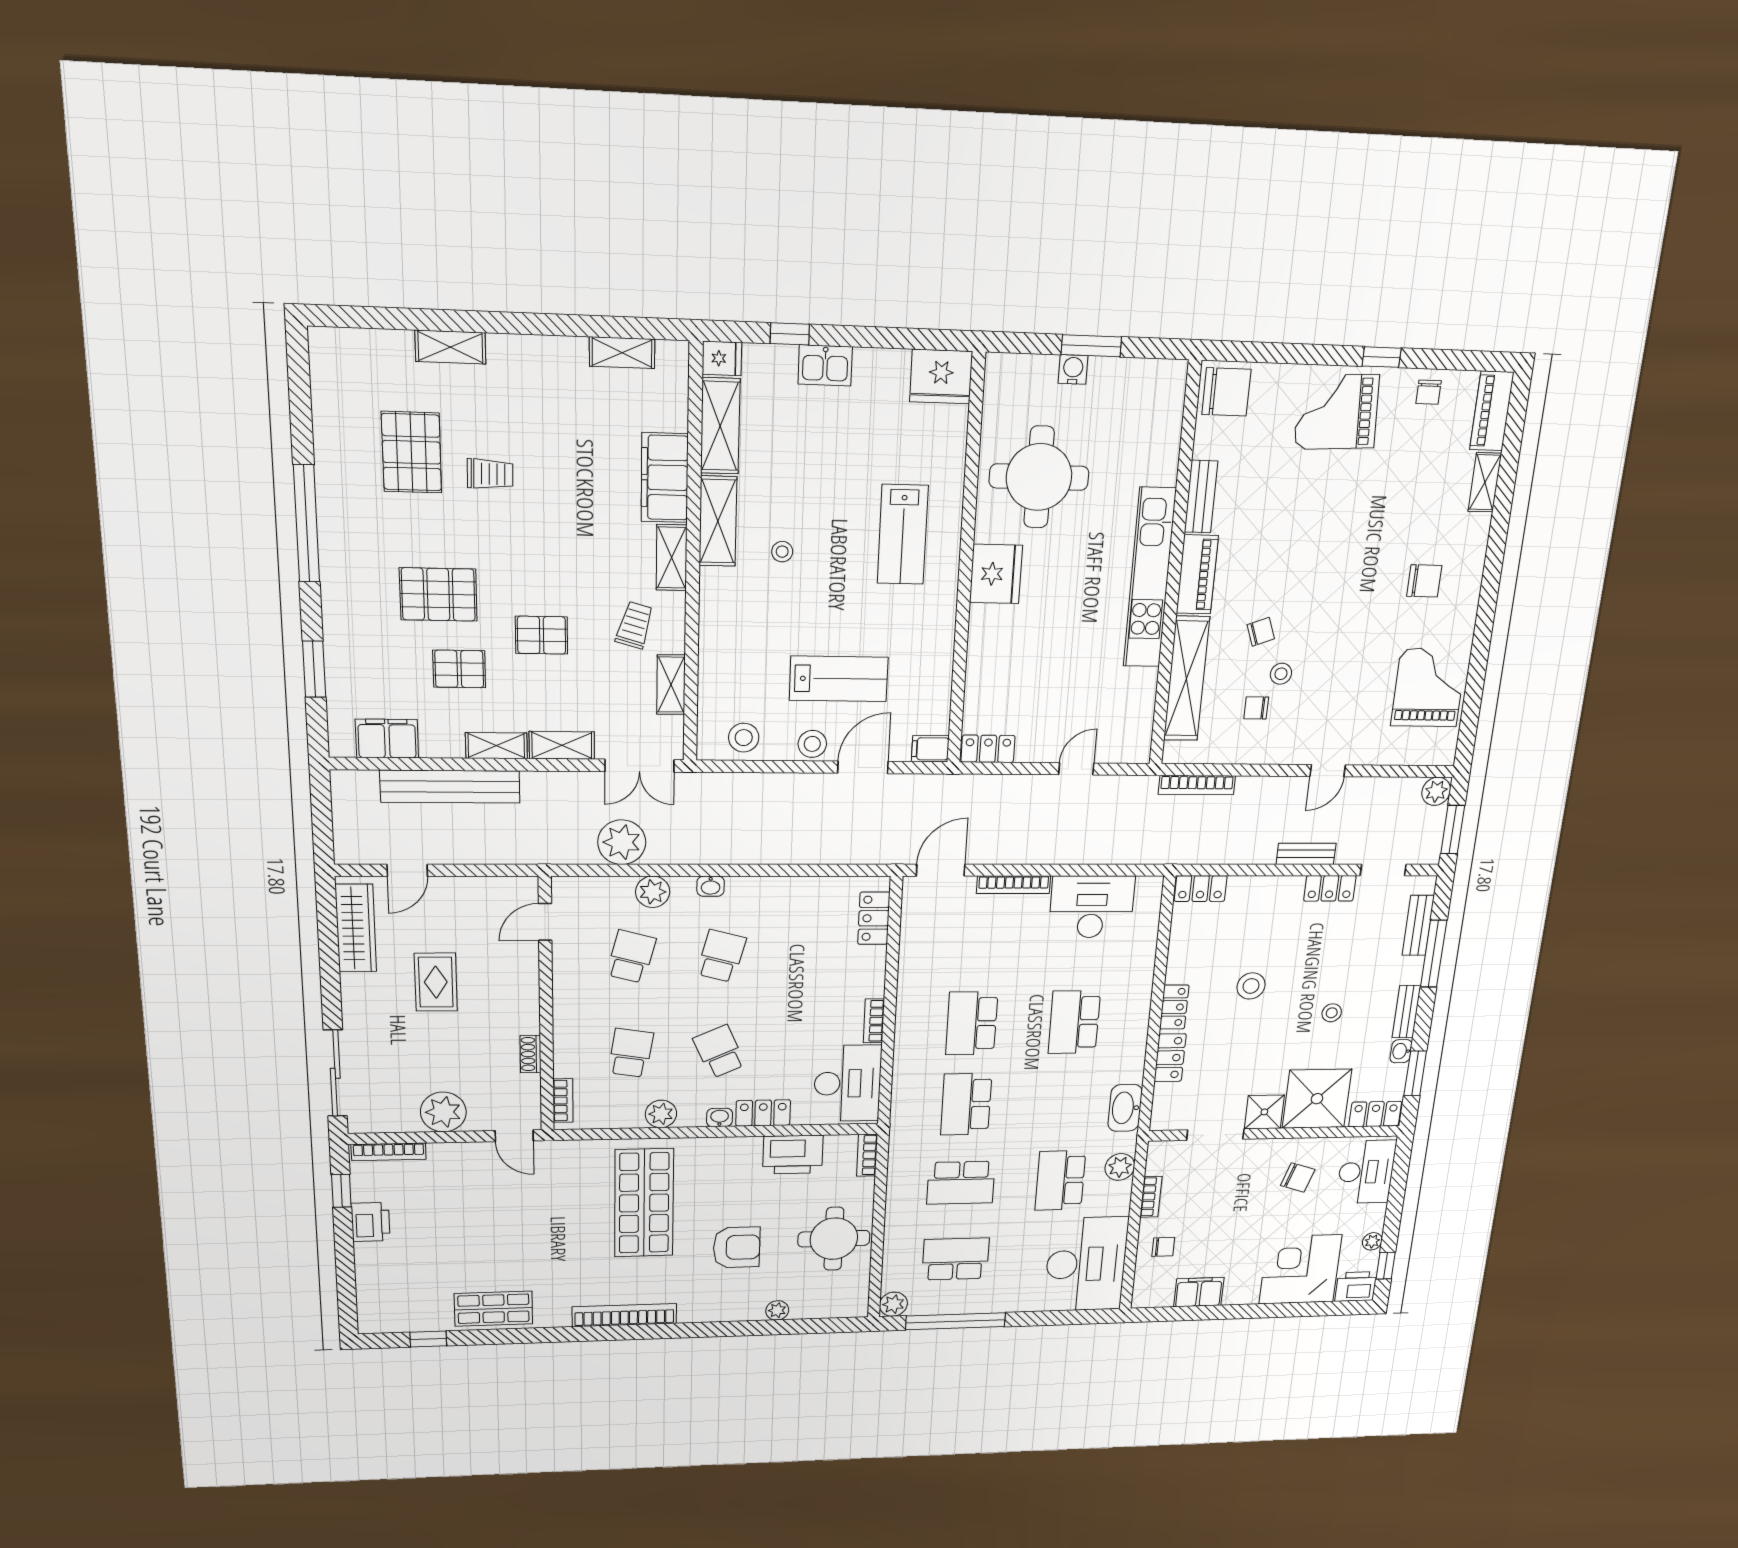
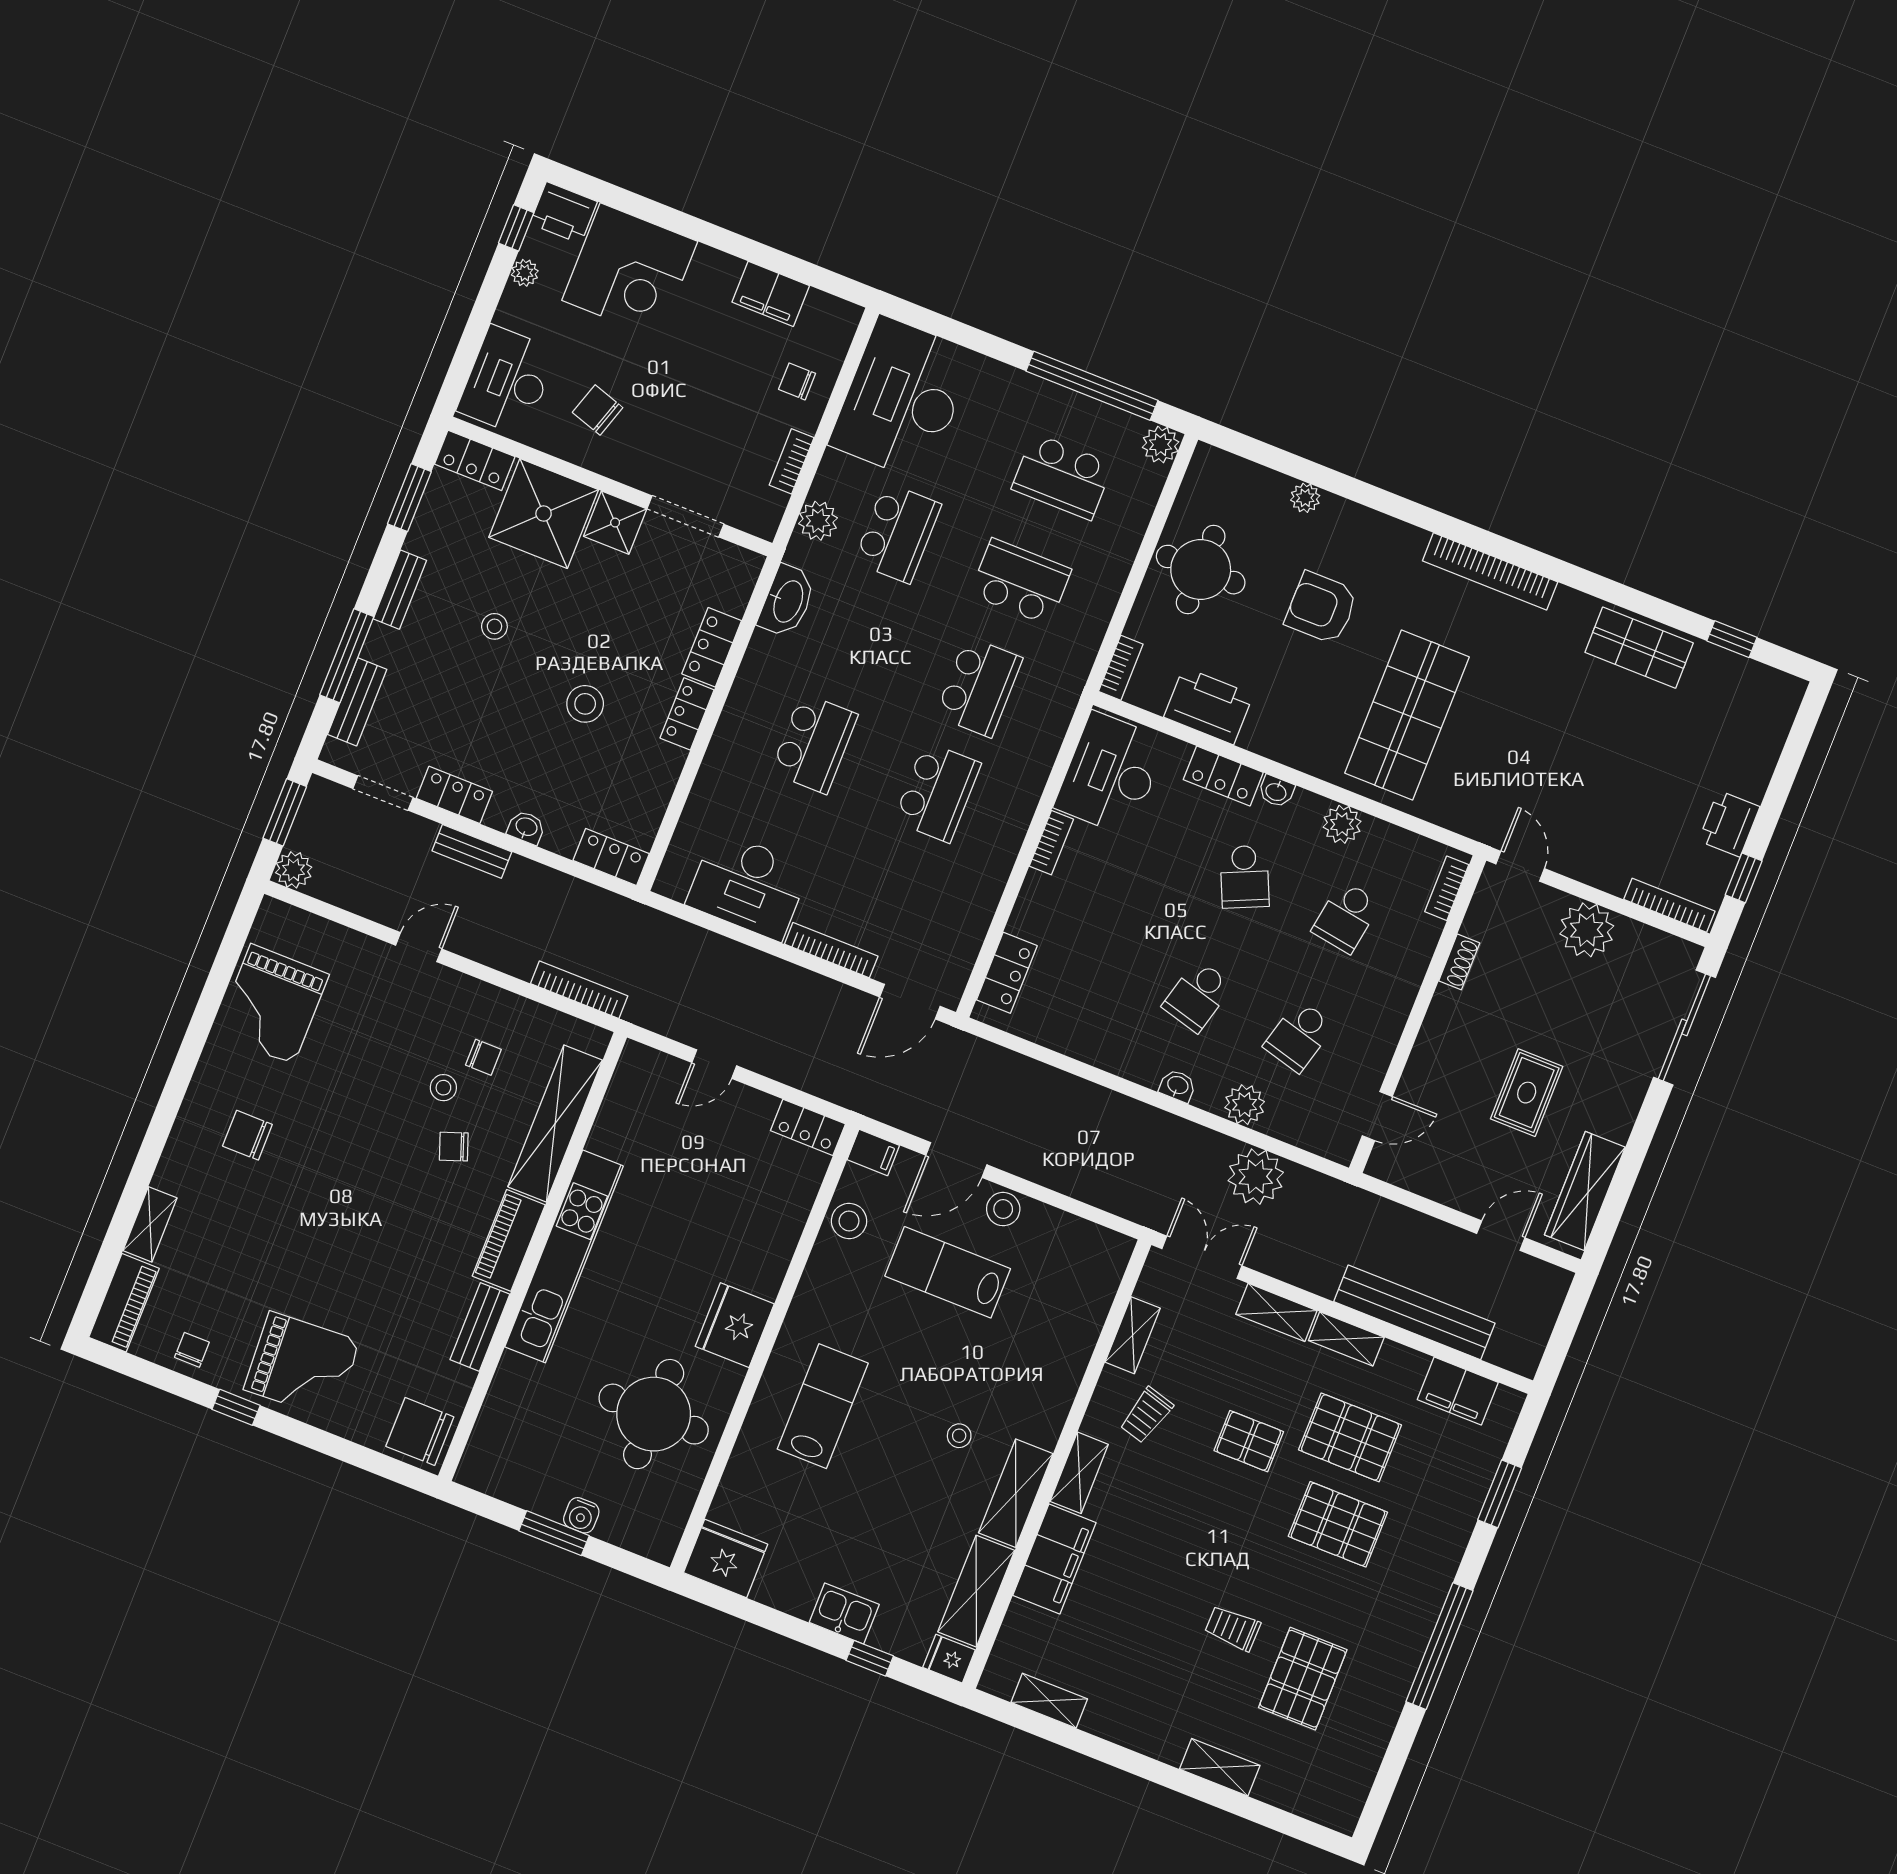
pallet: (459, 669) -> (1350, 1437), width x1.50, depth x1.42
stool: (744, 738) -> (849, 1221), moved
washbasin: (1401, 1051) -> (526, 827), moved, turned -90

